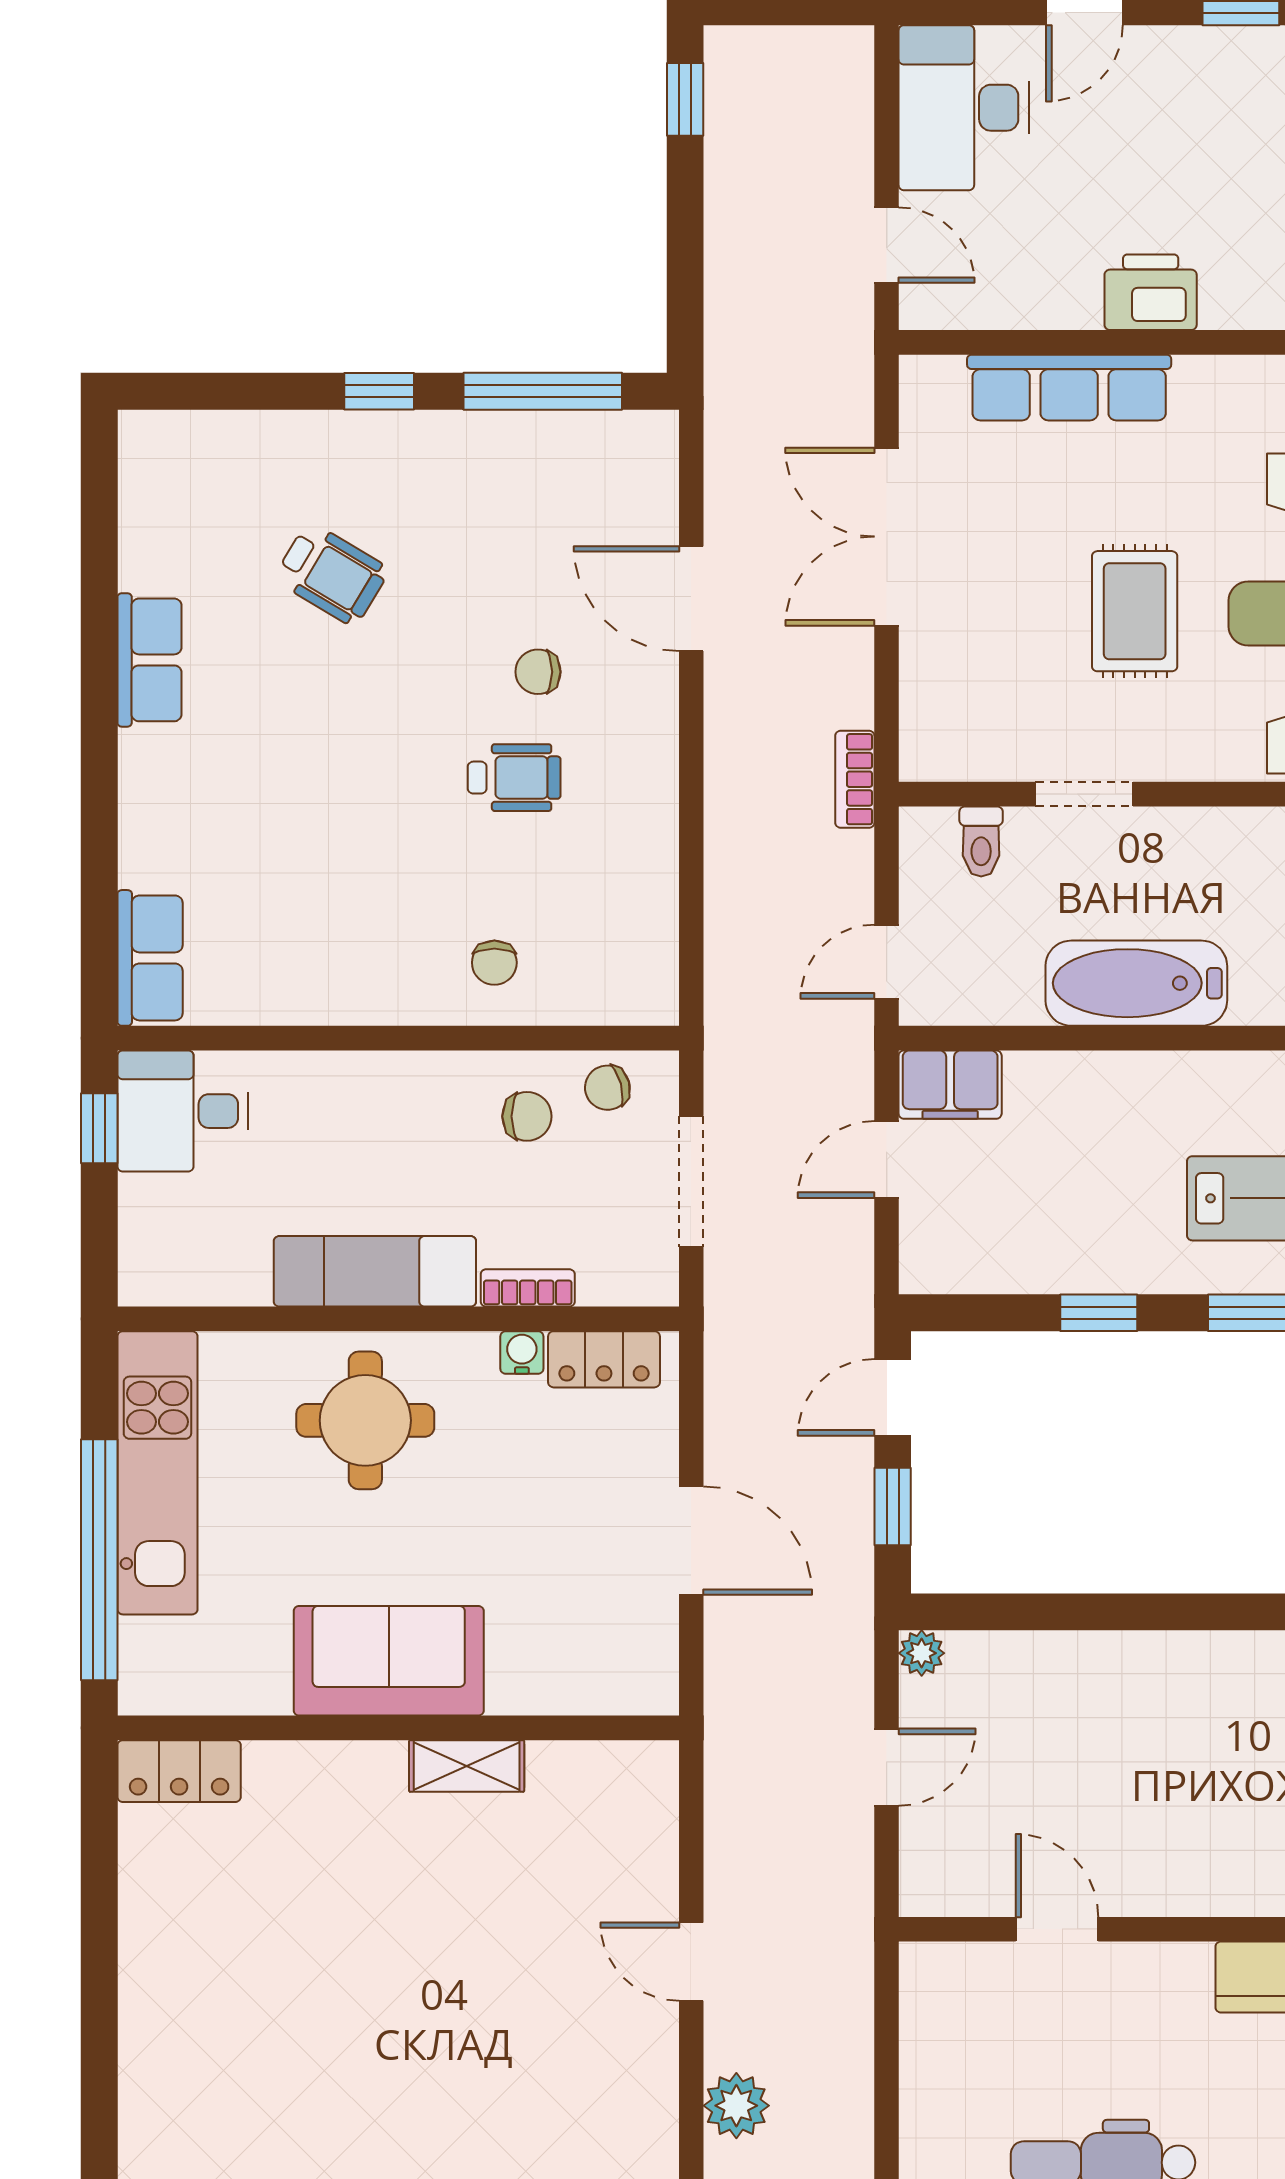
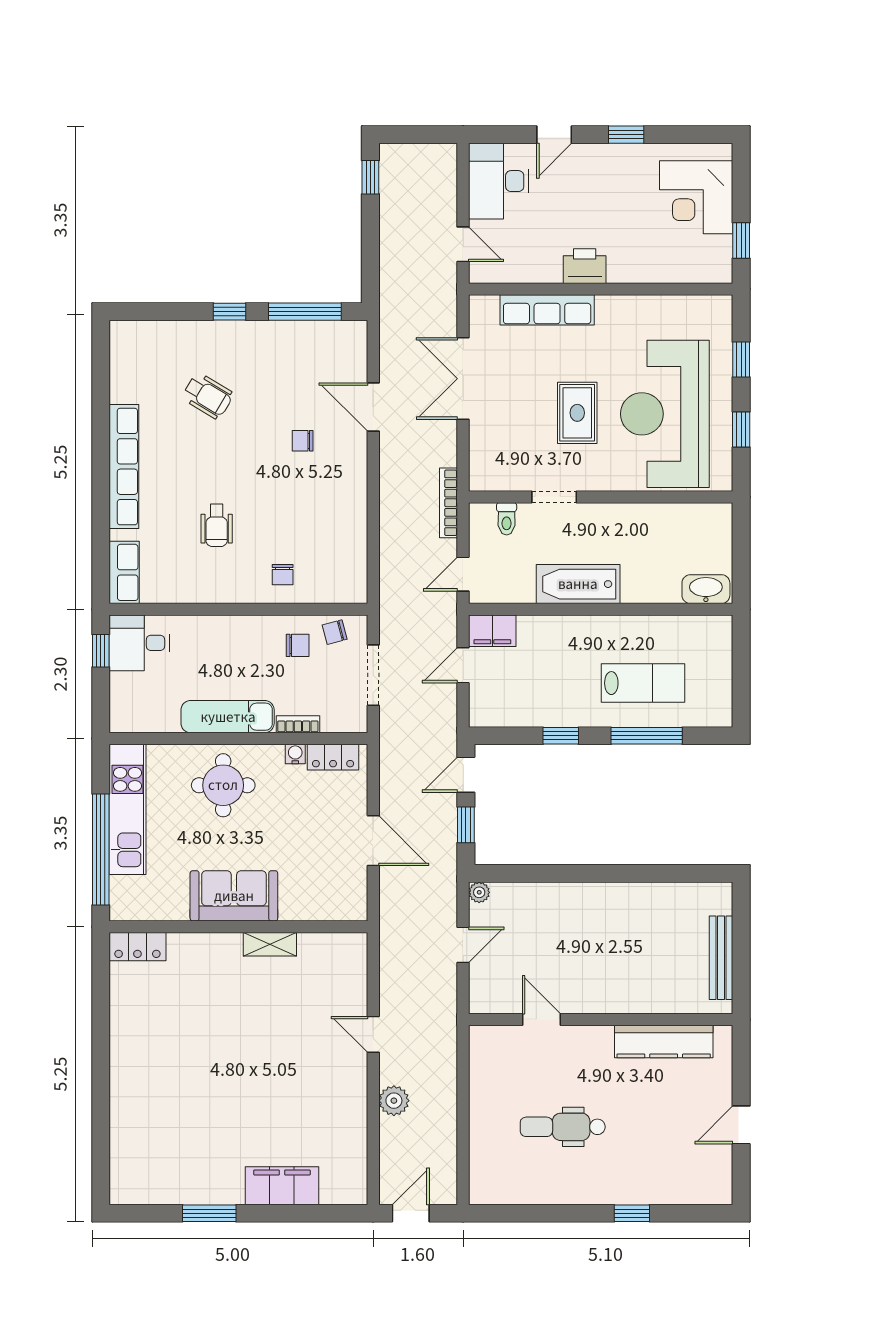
row of seats: (150, 660) -> (124, 467), width x2.02
wheelchair: (514, 778) -> (217, 525), moved, turned 90
bookcase: (855, 779) -> (448, 503), width x1.56

